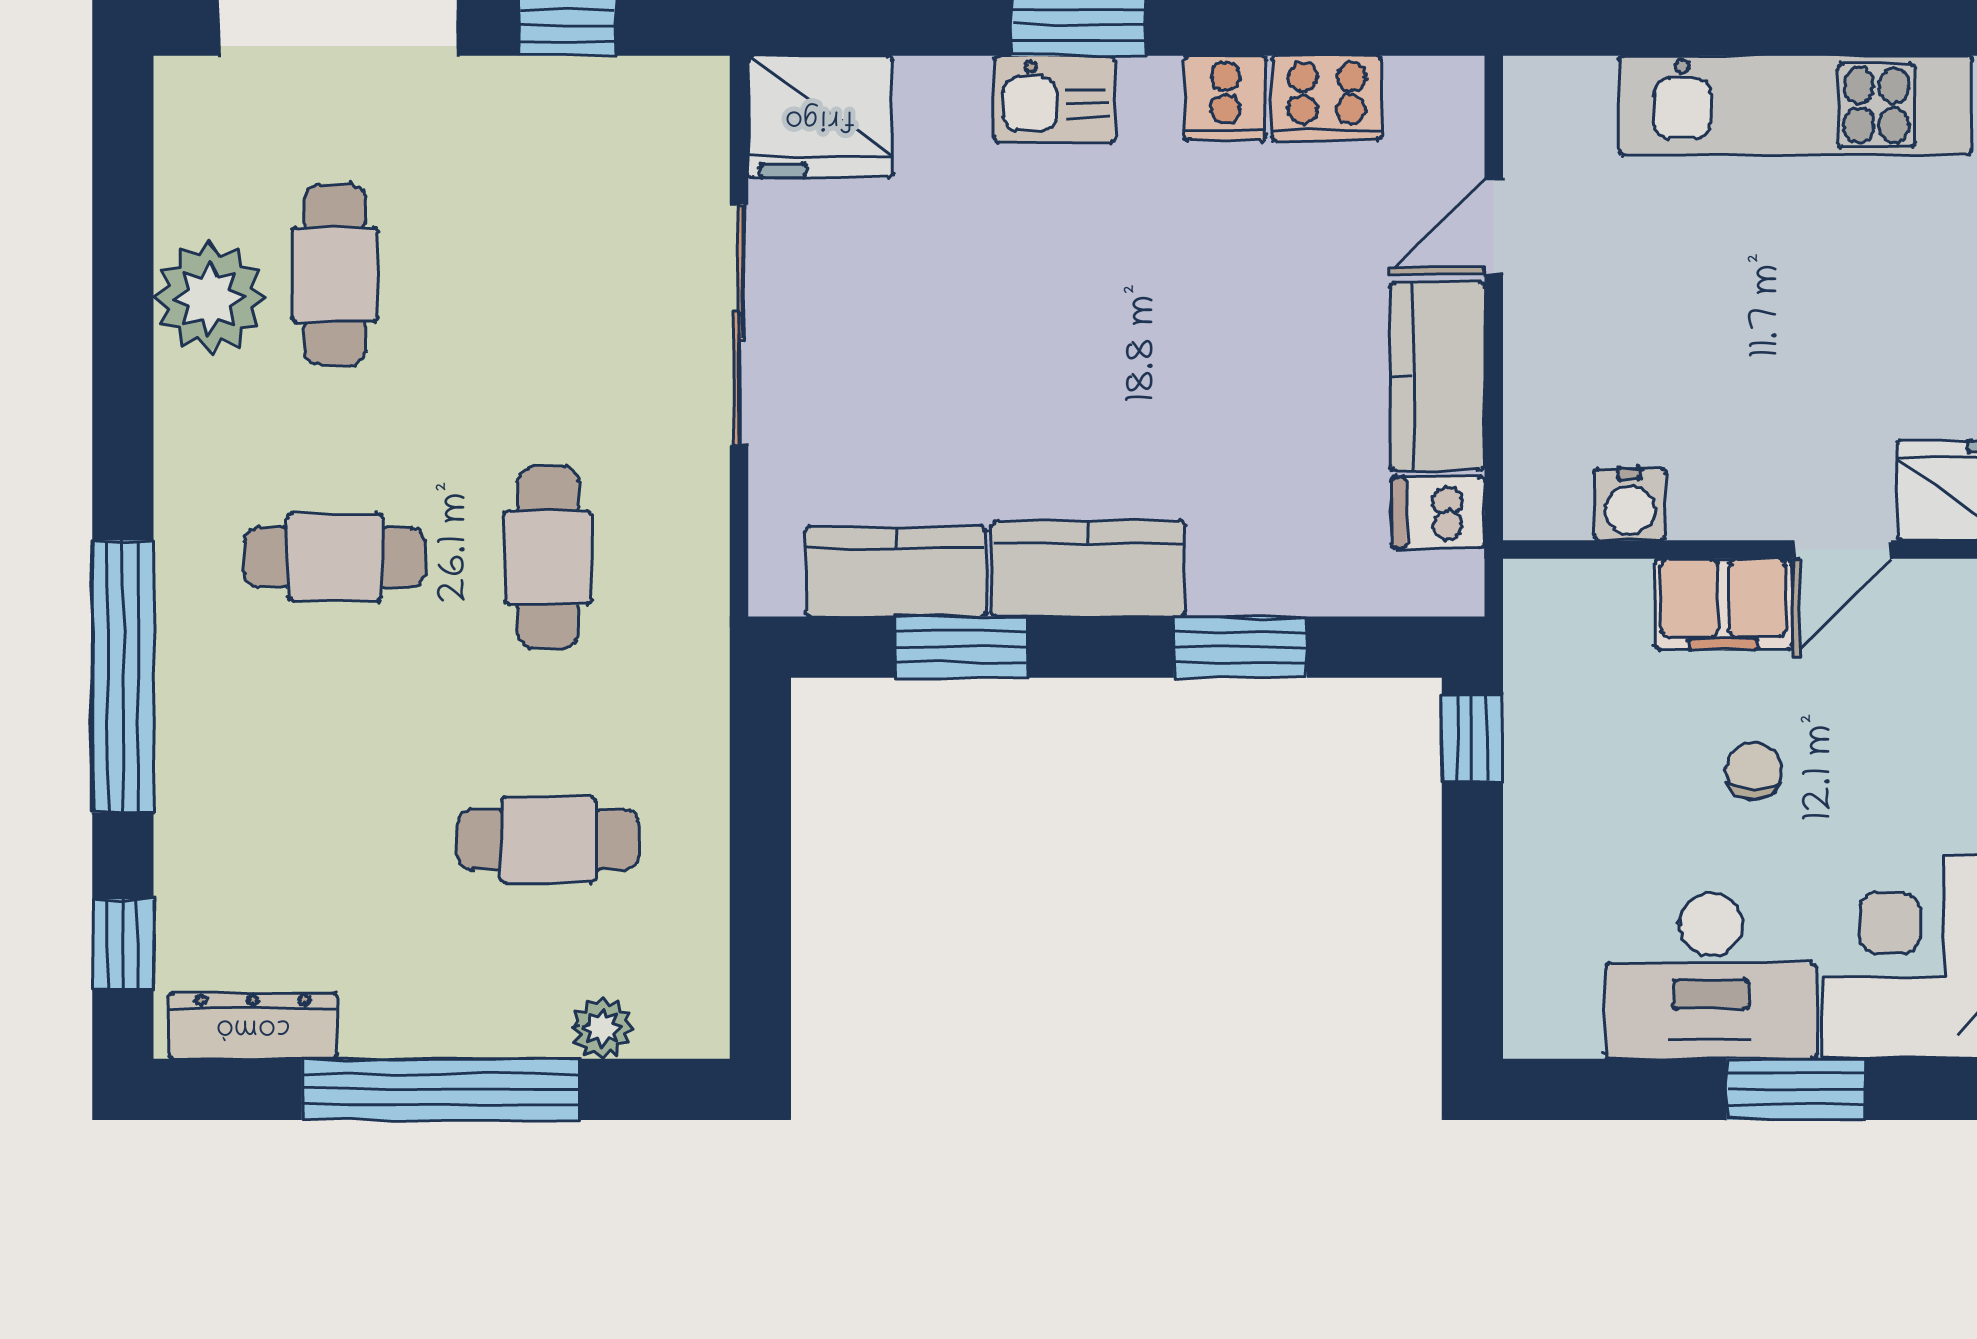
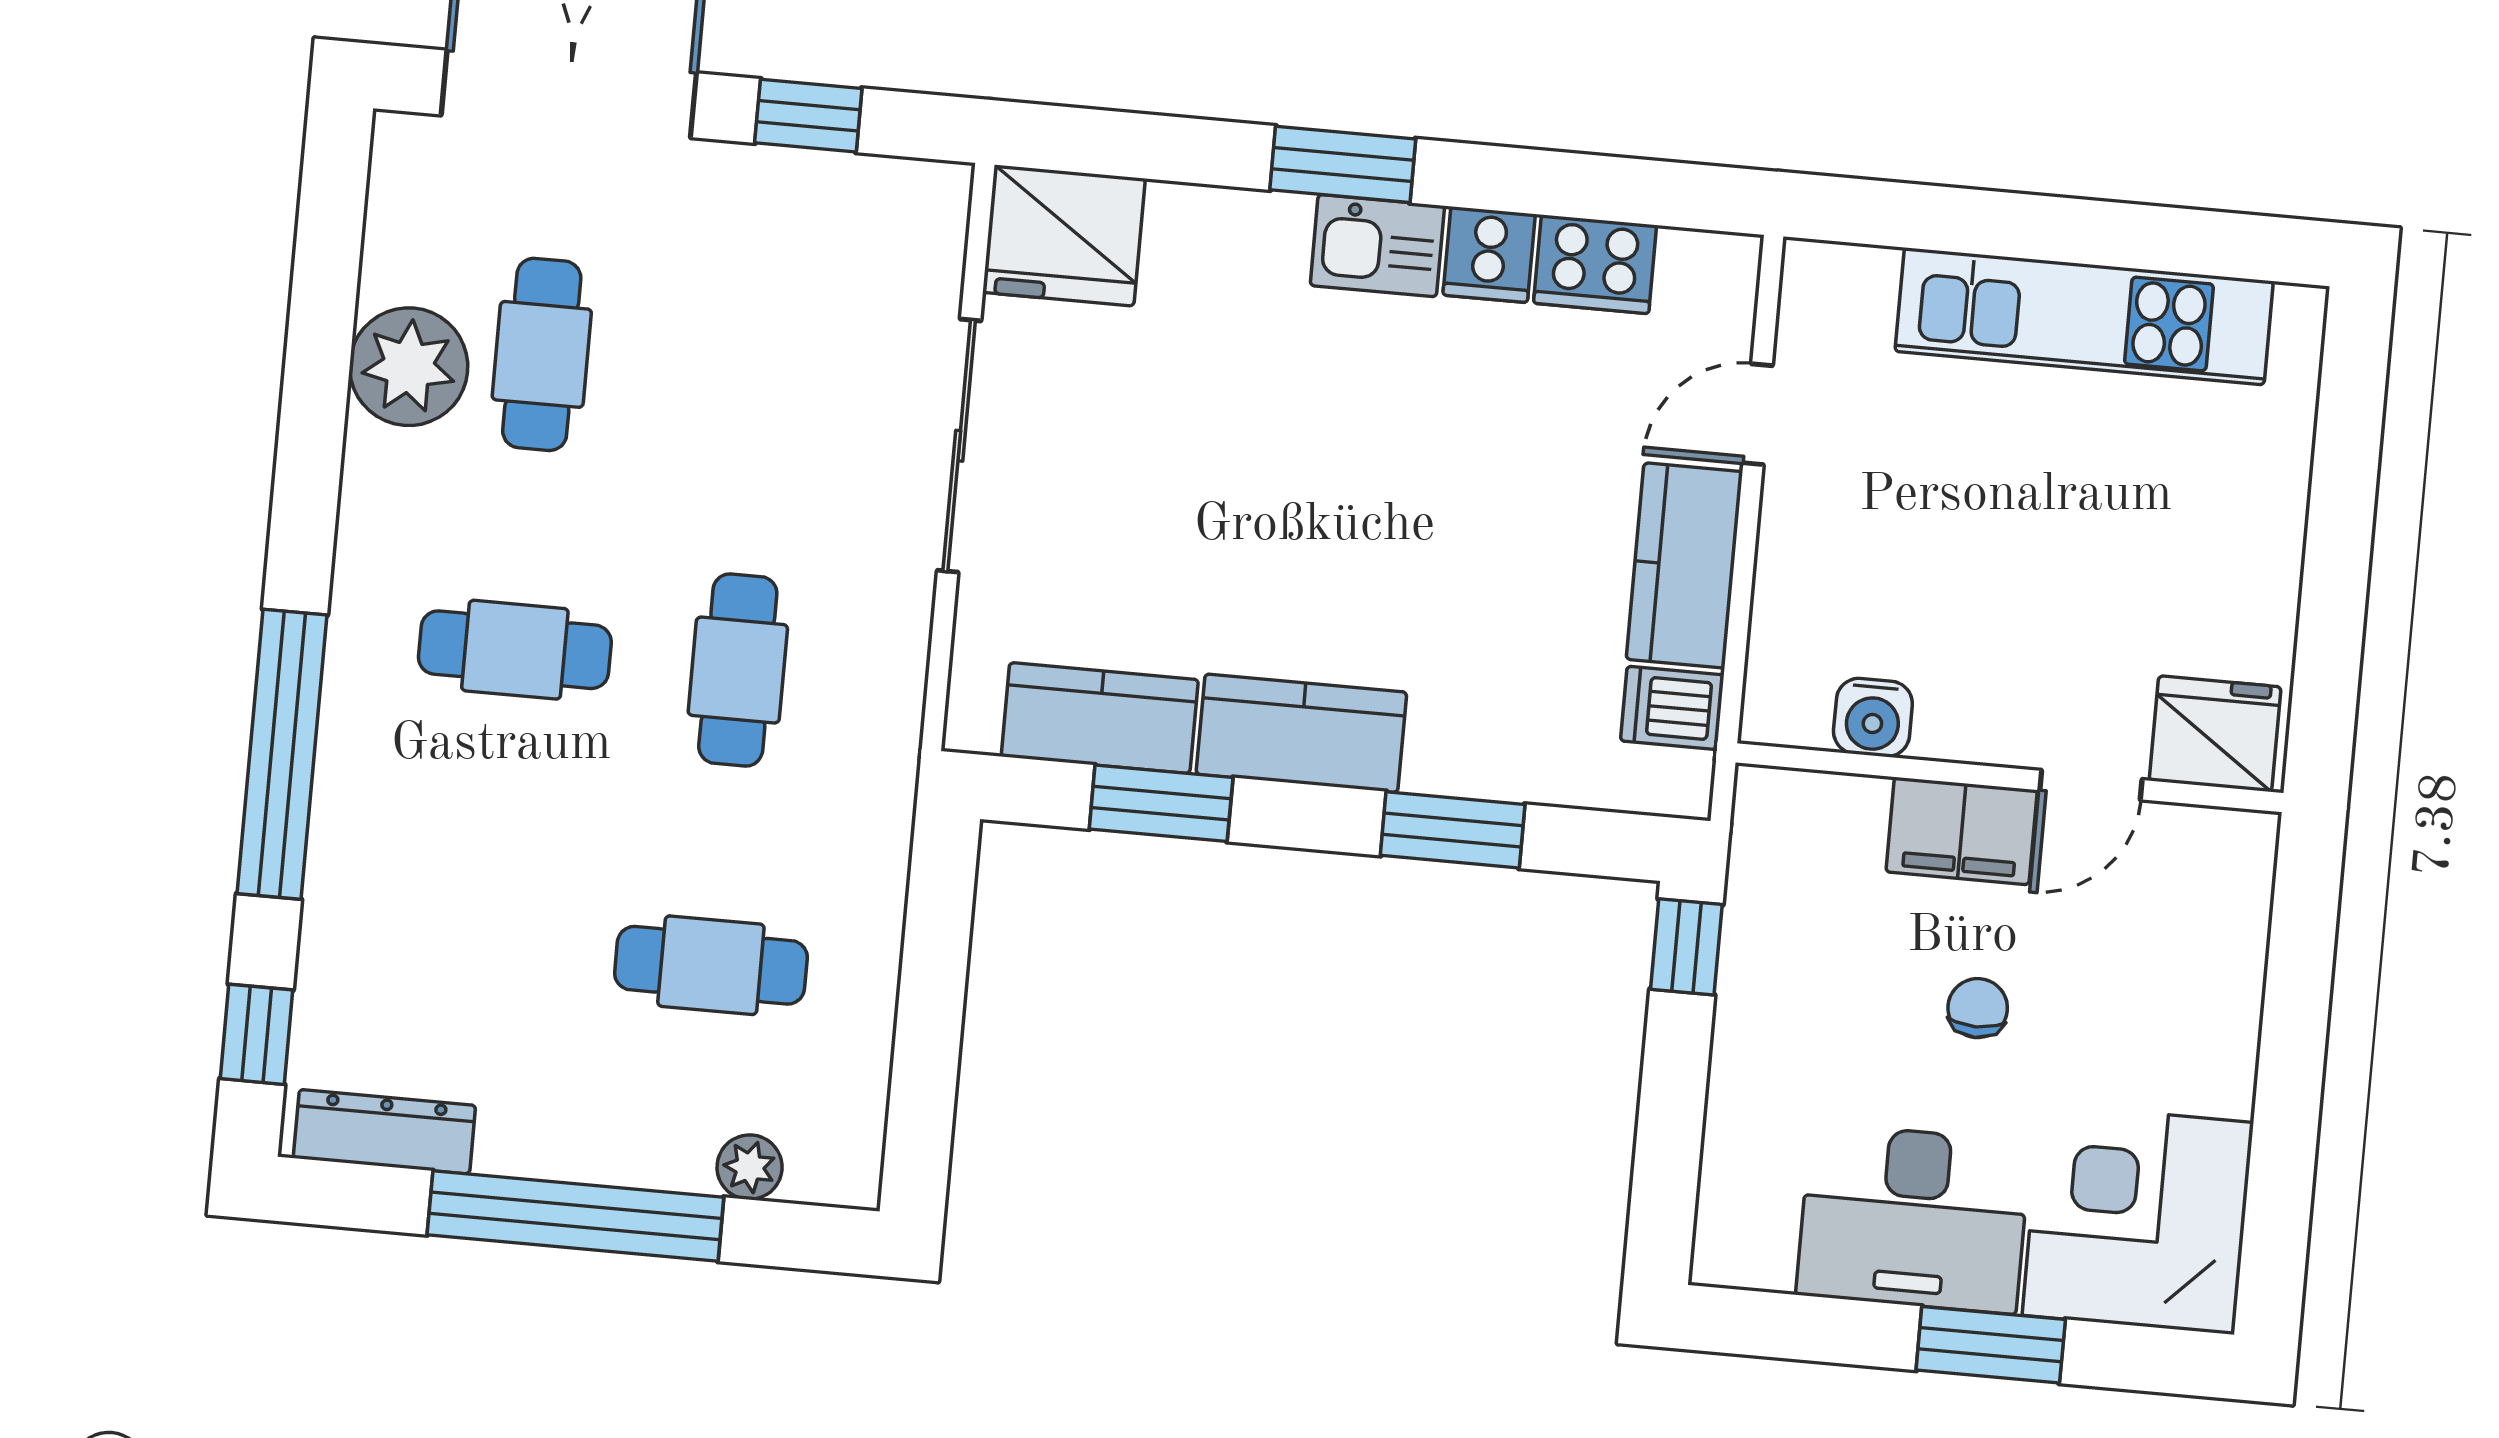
kitchen sink: (1055, 99) -> (1377, 246), moved

